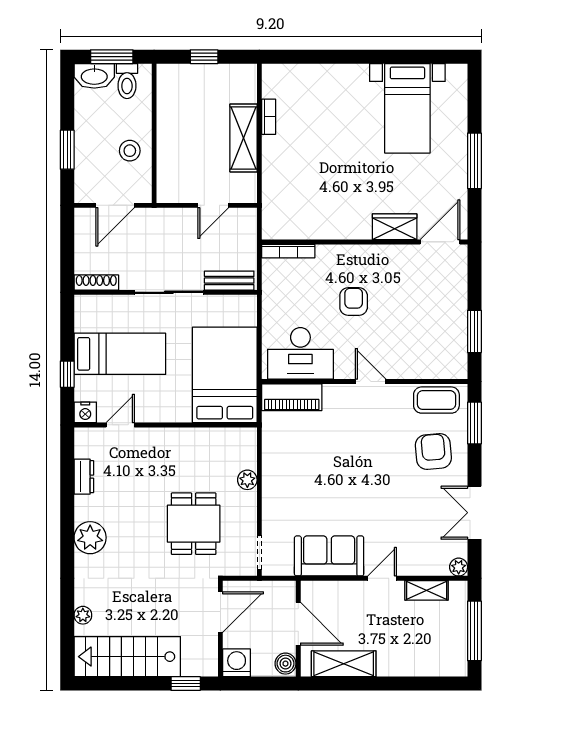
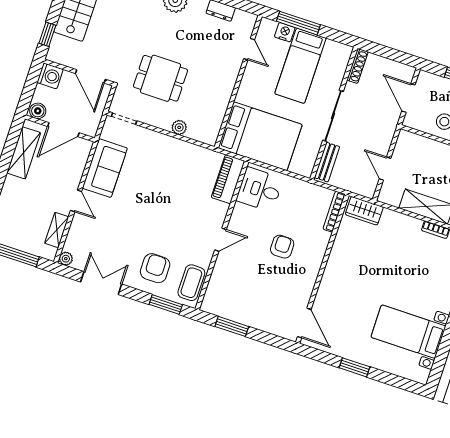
window: (474, 161) -> (355, 367), width x0.69
wardrobe: (395, 227) -> (364, 211), moved, turned 90
armchair: (354, 301) -> (282, 247), turned -90
desk: (300, 353) -> (260, 189), width x0.73
window: (67, 374) -> (298, 23), width x2.17
nightstand: (85, 412) -> (285, 32), moved, turned 90
armchair: (433, 451) -> (155, 268), turned -85

